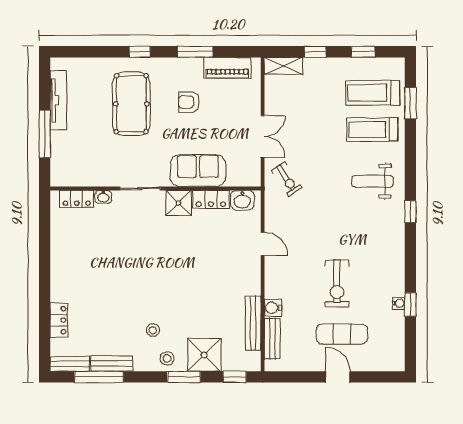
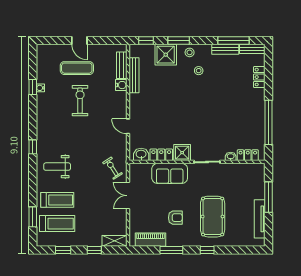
weight bench: (373, 181) -> (57, 167), turned 180
window: (45, 250) -> (268, 122), added

